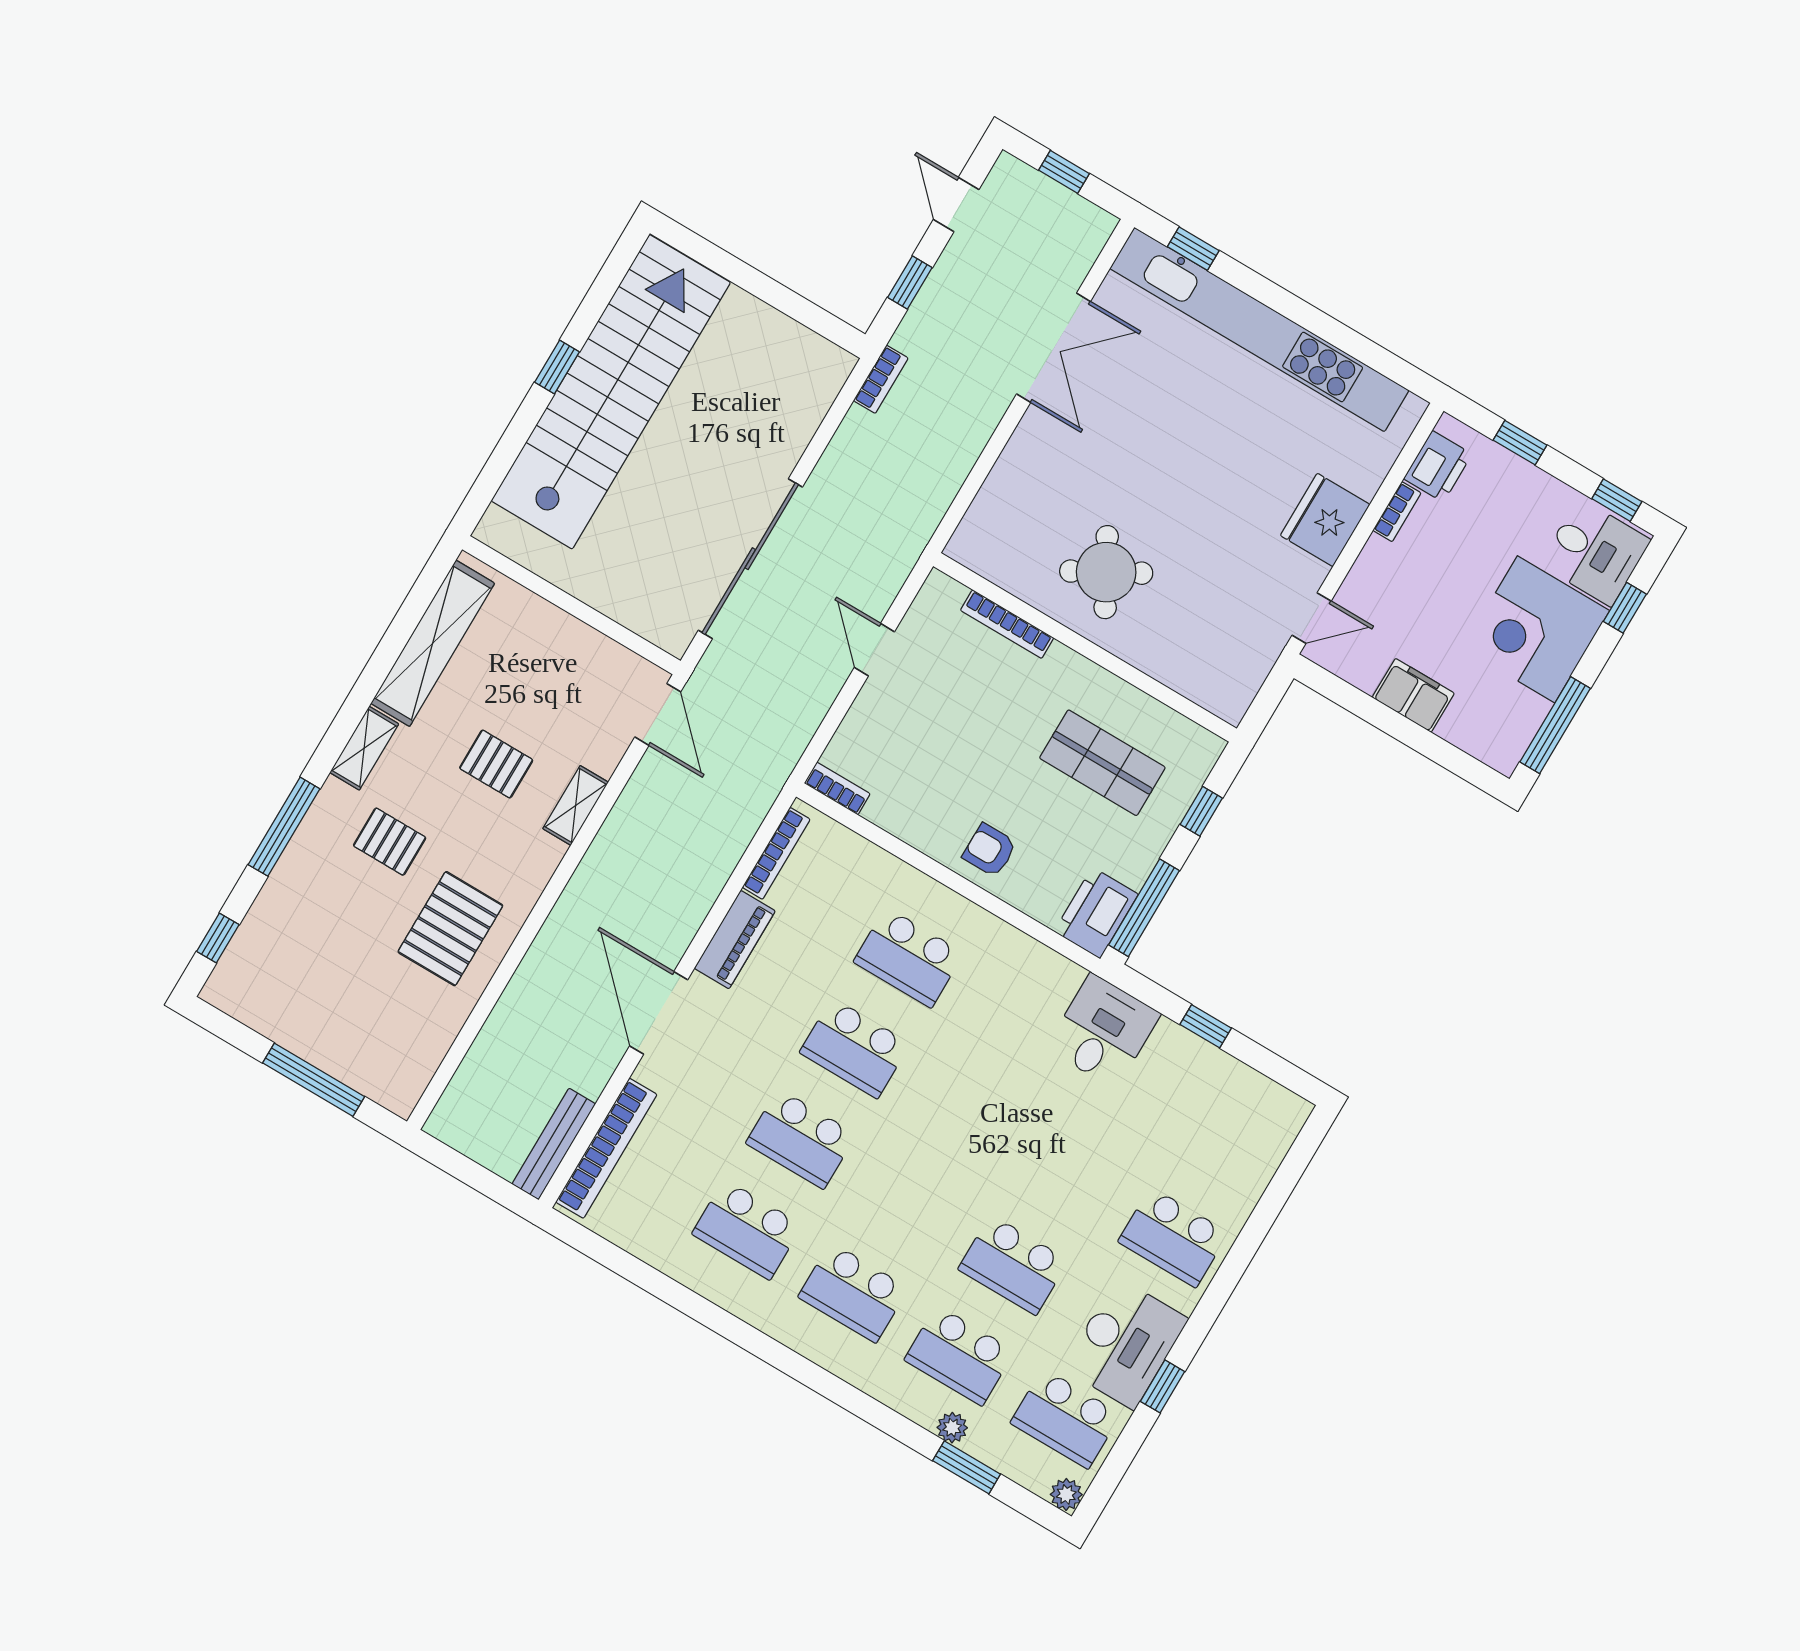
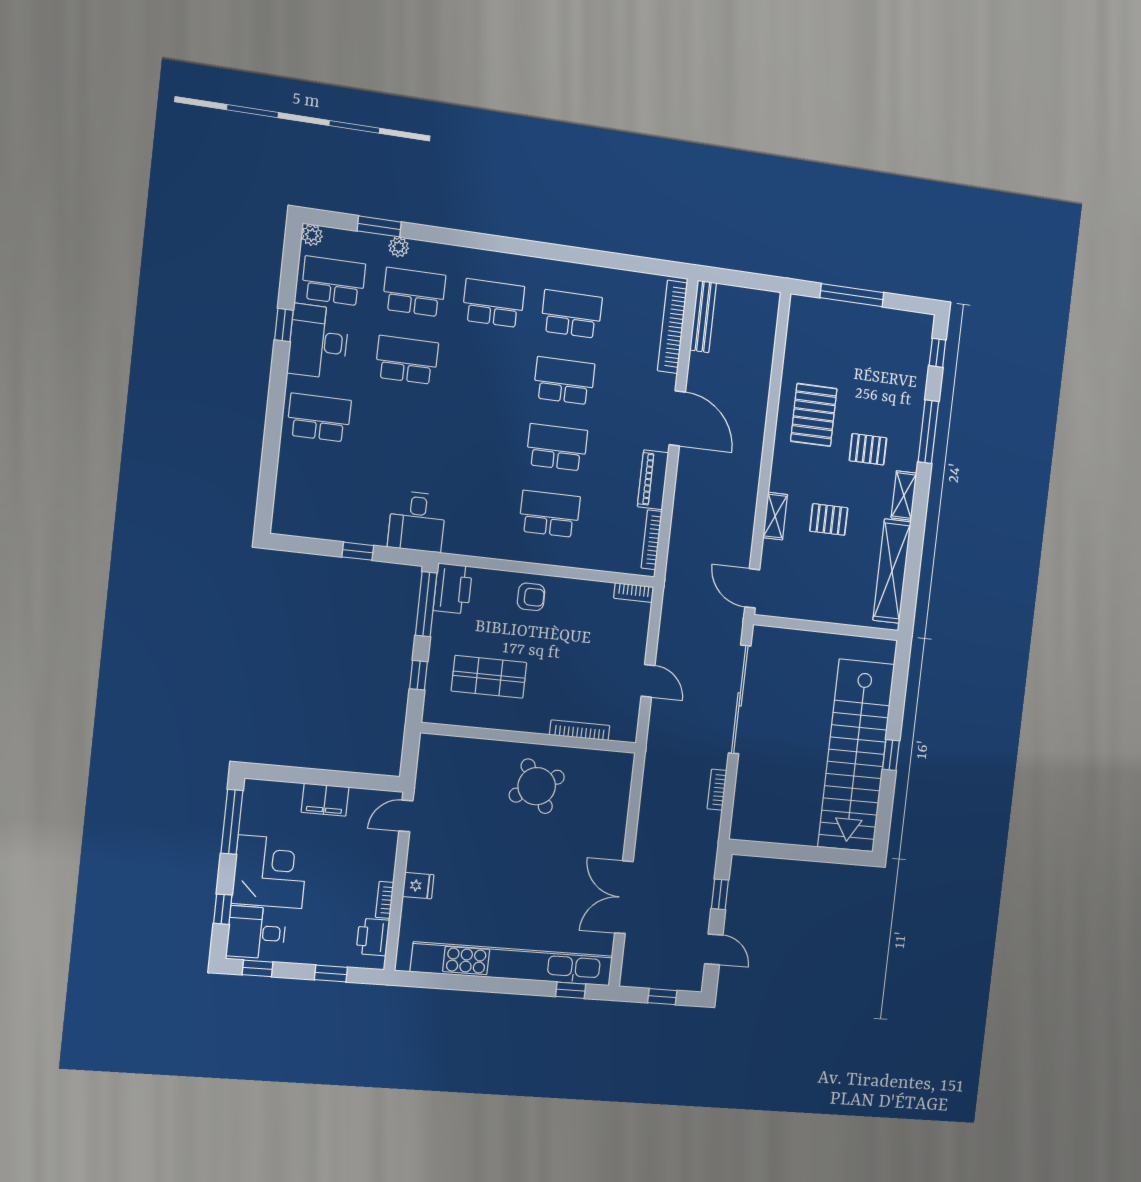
bookcase: (881, 379) -> (717, 790), moved
fridge: (1325, 520) -> (418, 886), width x0.53, depth x0.75

